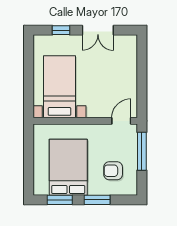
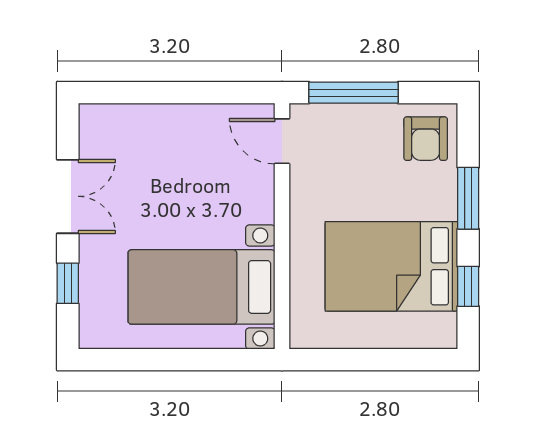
armchair: (113, 171) -> (426, 139), moved
window: (60, 200) -> (468, 286), width x0.67

